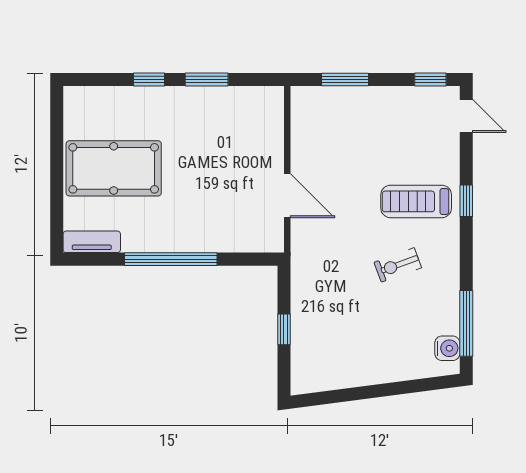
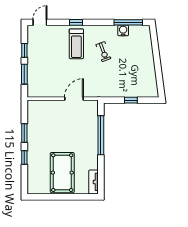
window: (430, 79) -> (24, 50), moved
window: (171, 259) -> (101, 135), moved
water cooler: (447, 348) -> (123, 30), moved

